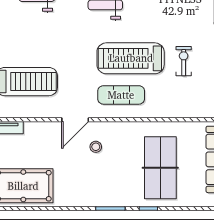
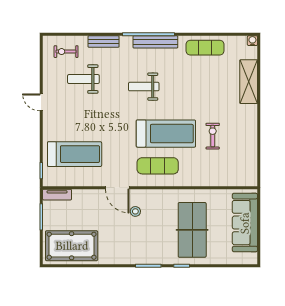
treadmill: (131, 58) -> (166, 134), turned 180
door: (75, 120) -> (117, 188), hinge flipped

